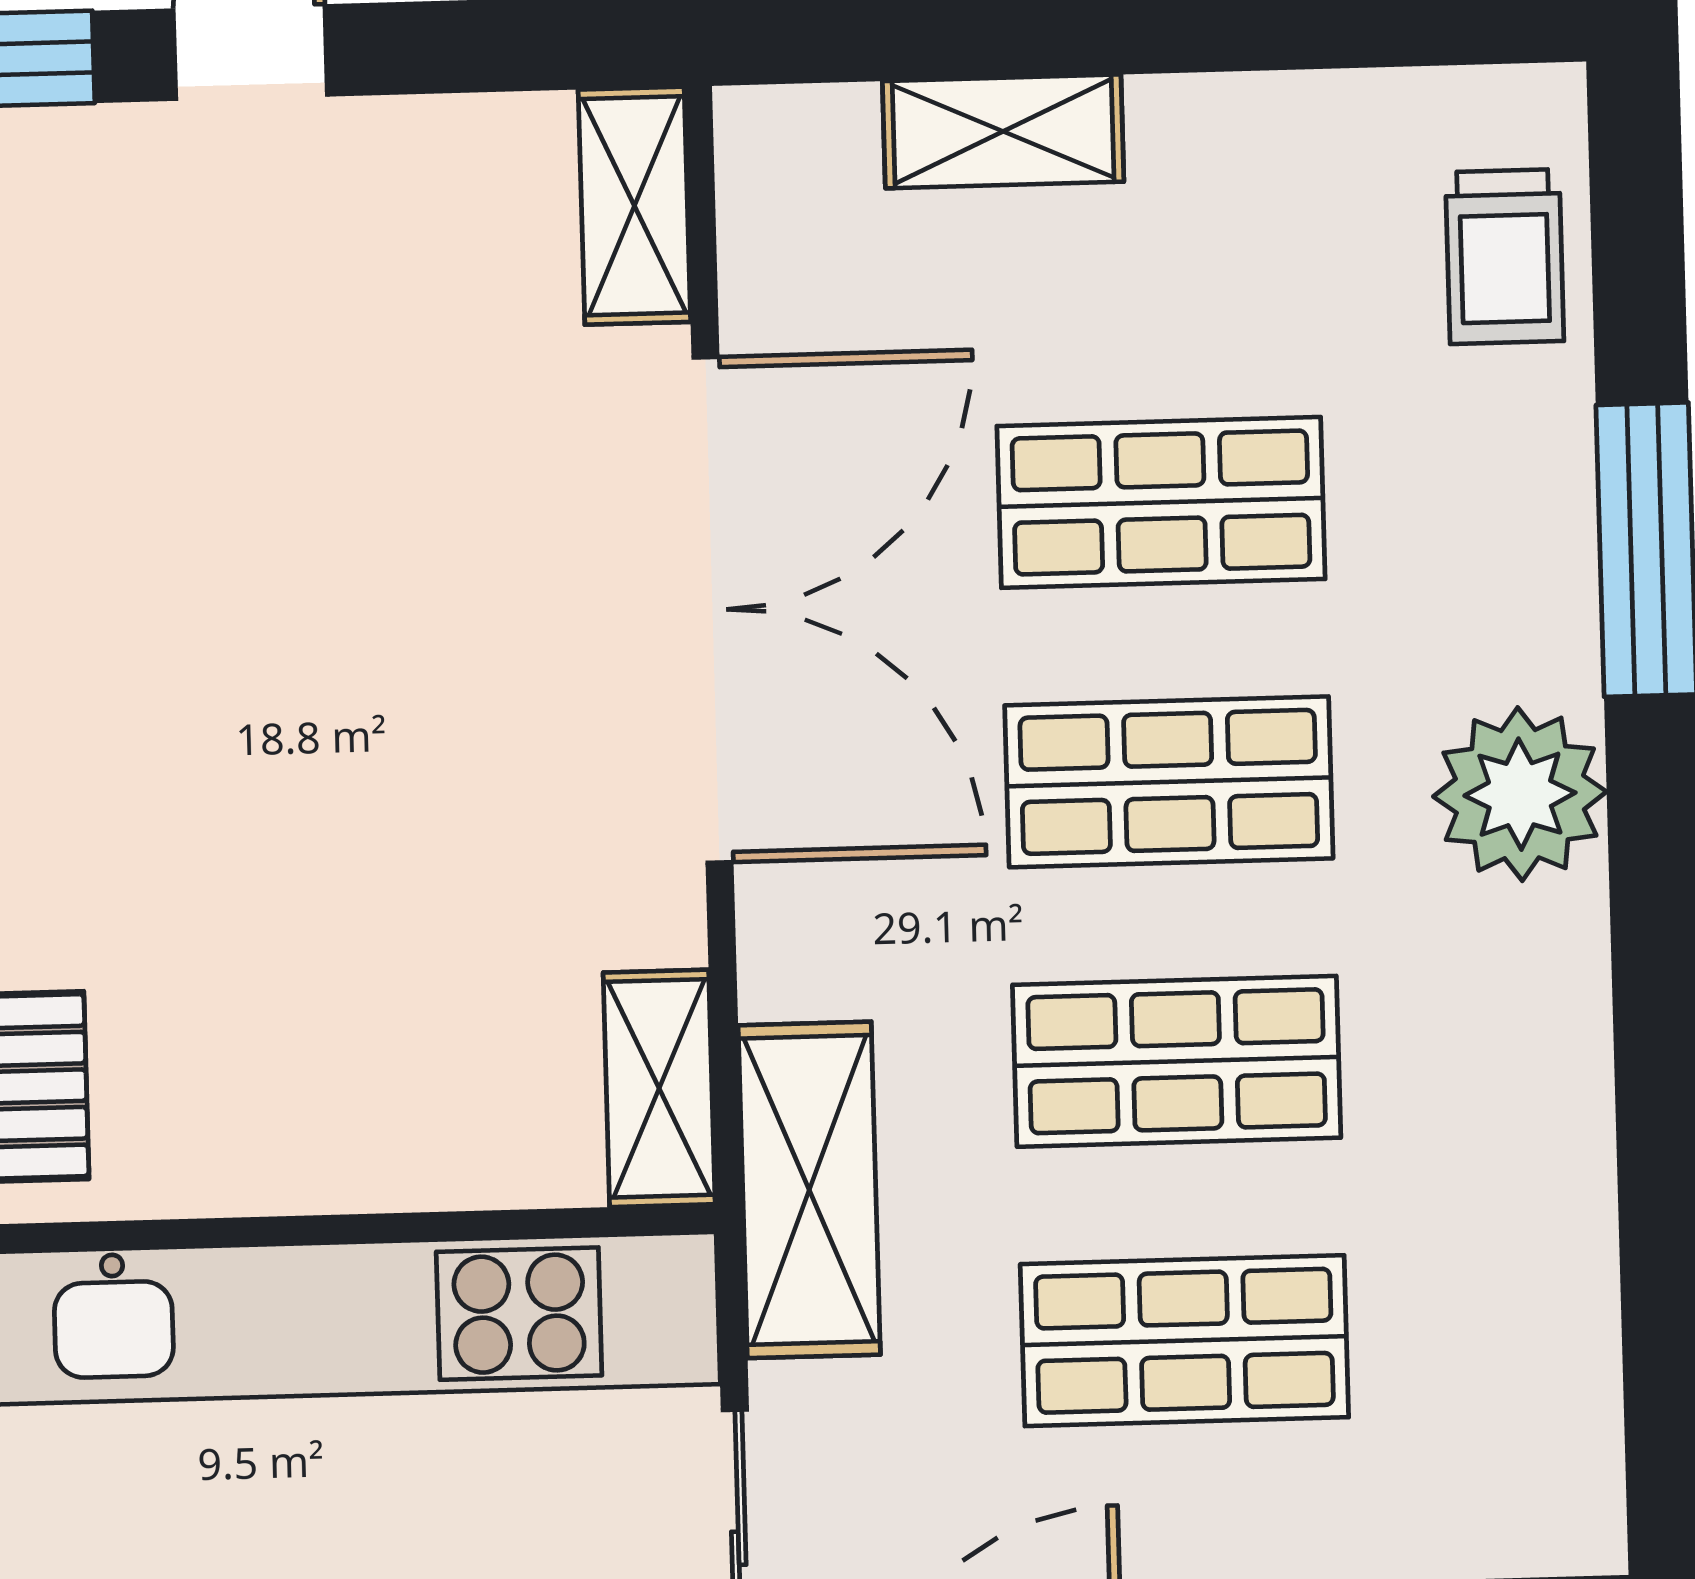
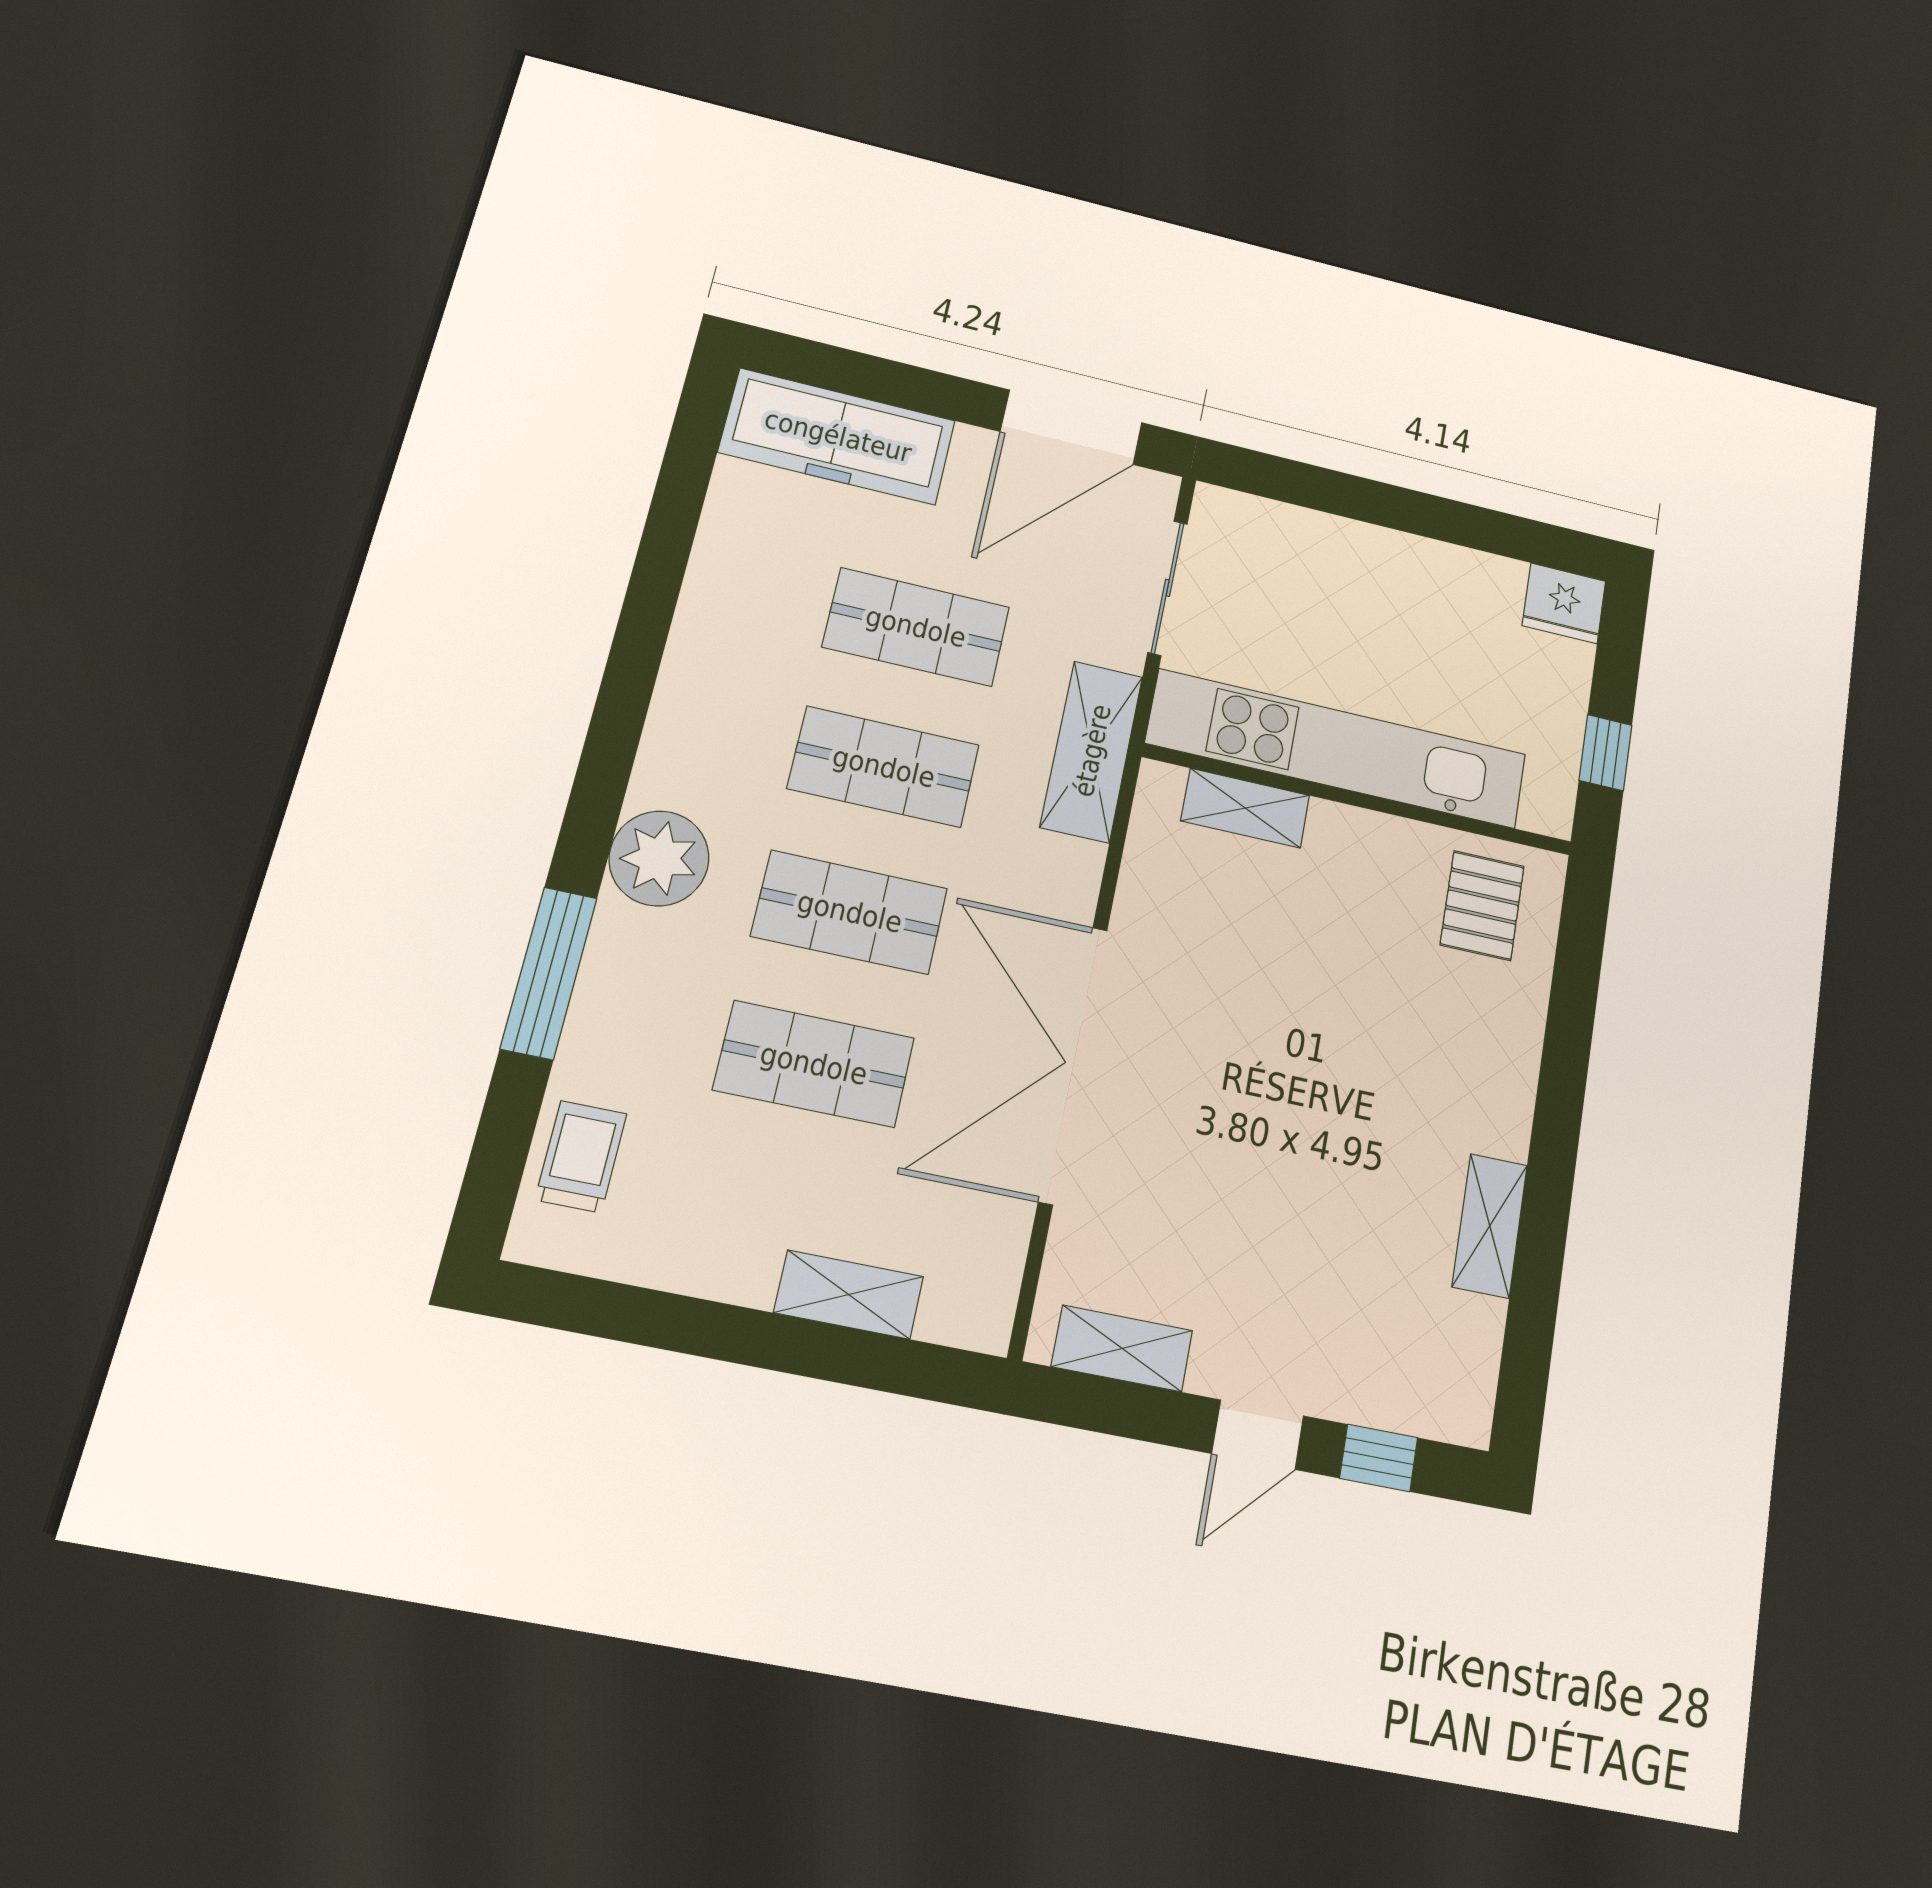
shelving: (634, 206) -> (1122, 1348), moved, turned 90
shelving: (659, 1088) -> (1245, 808), moved, turned 90

